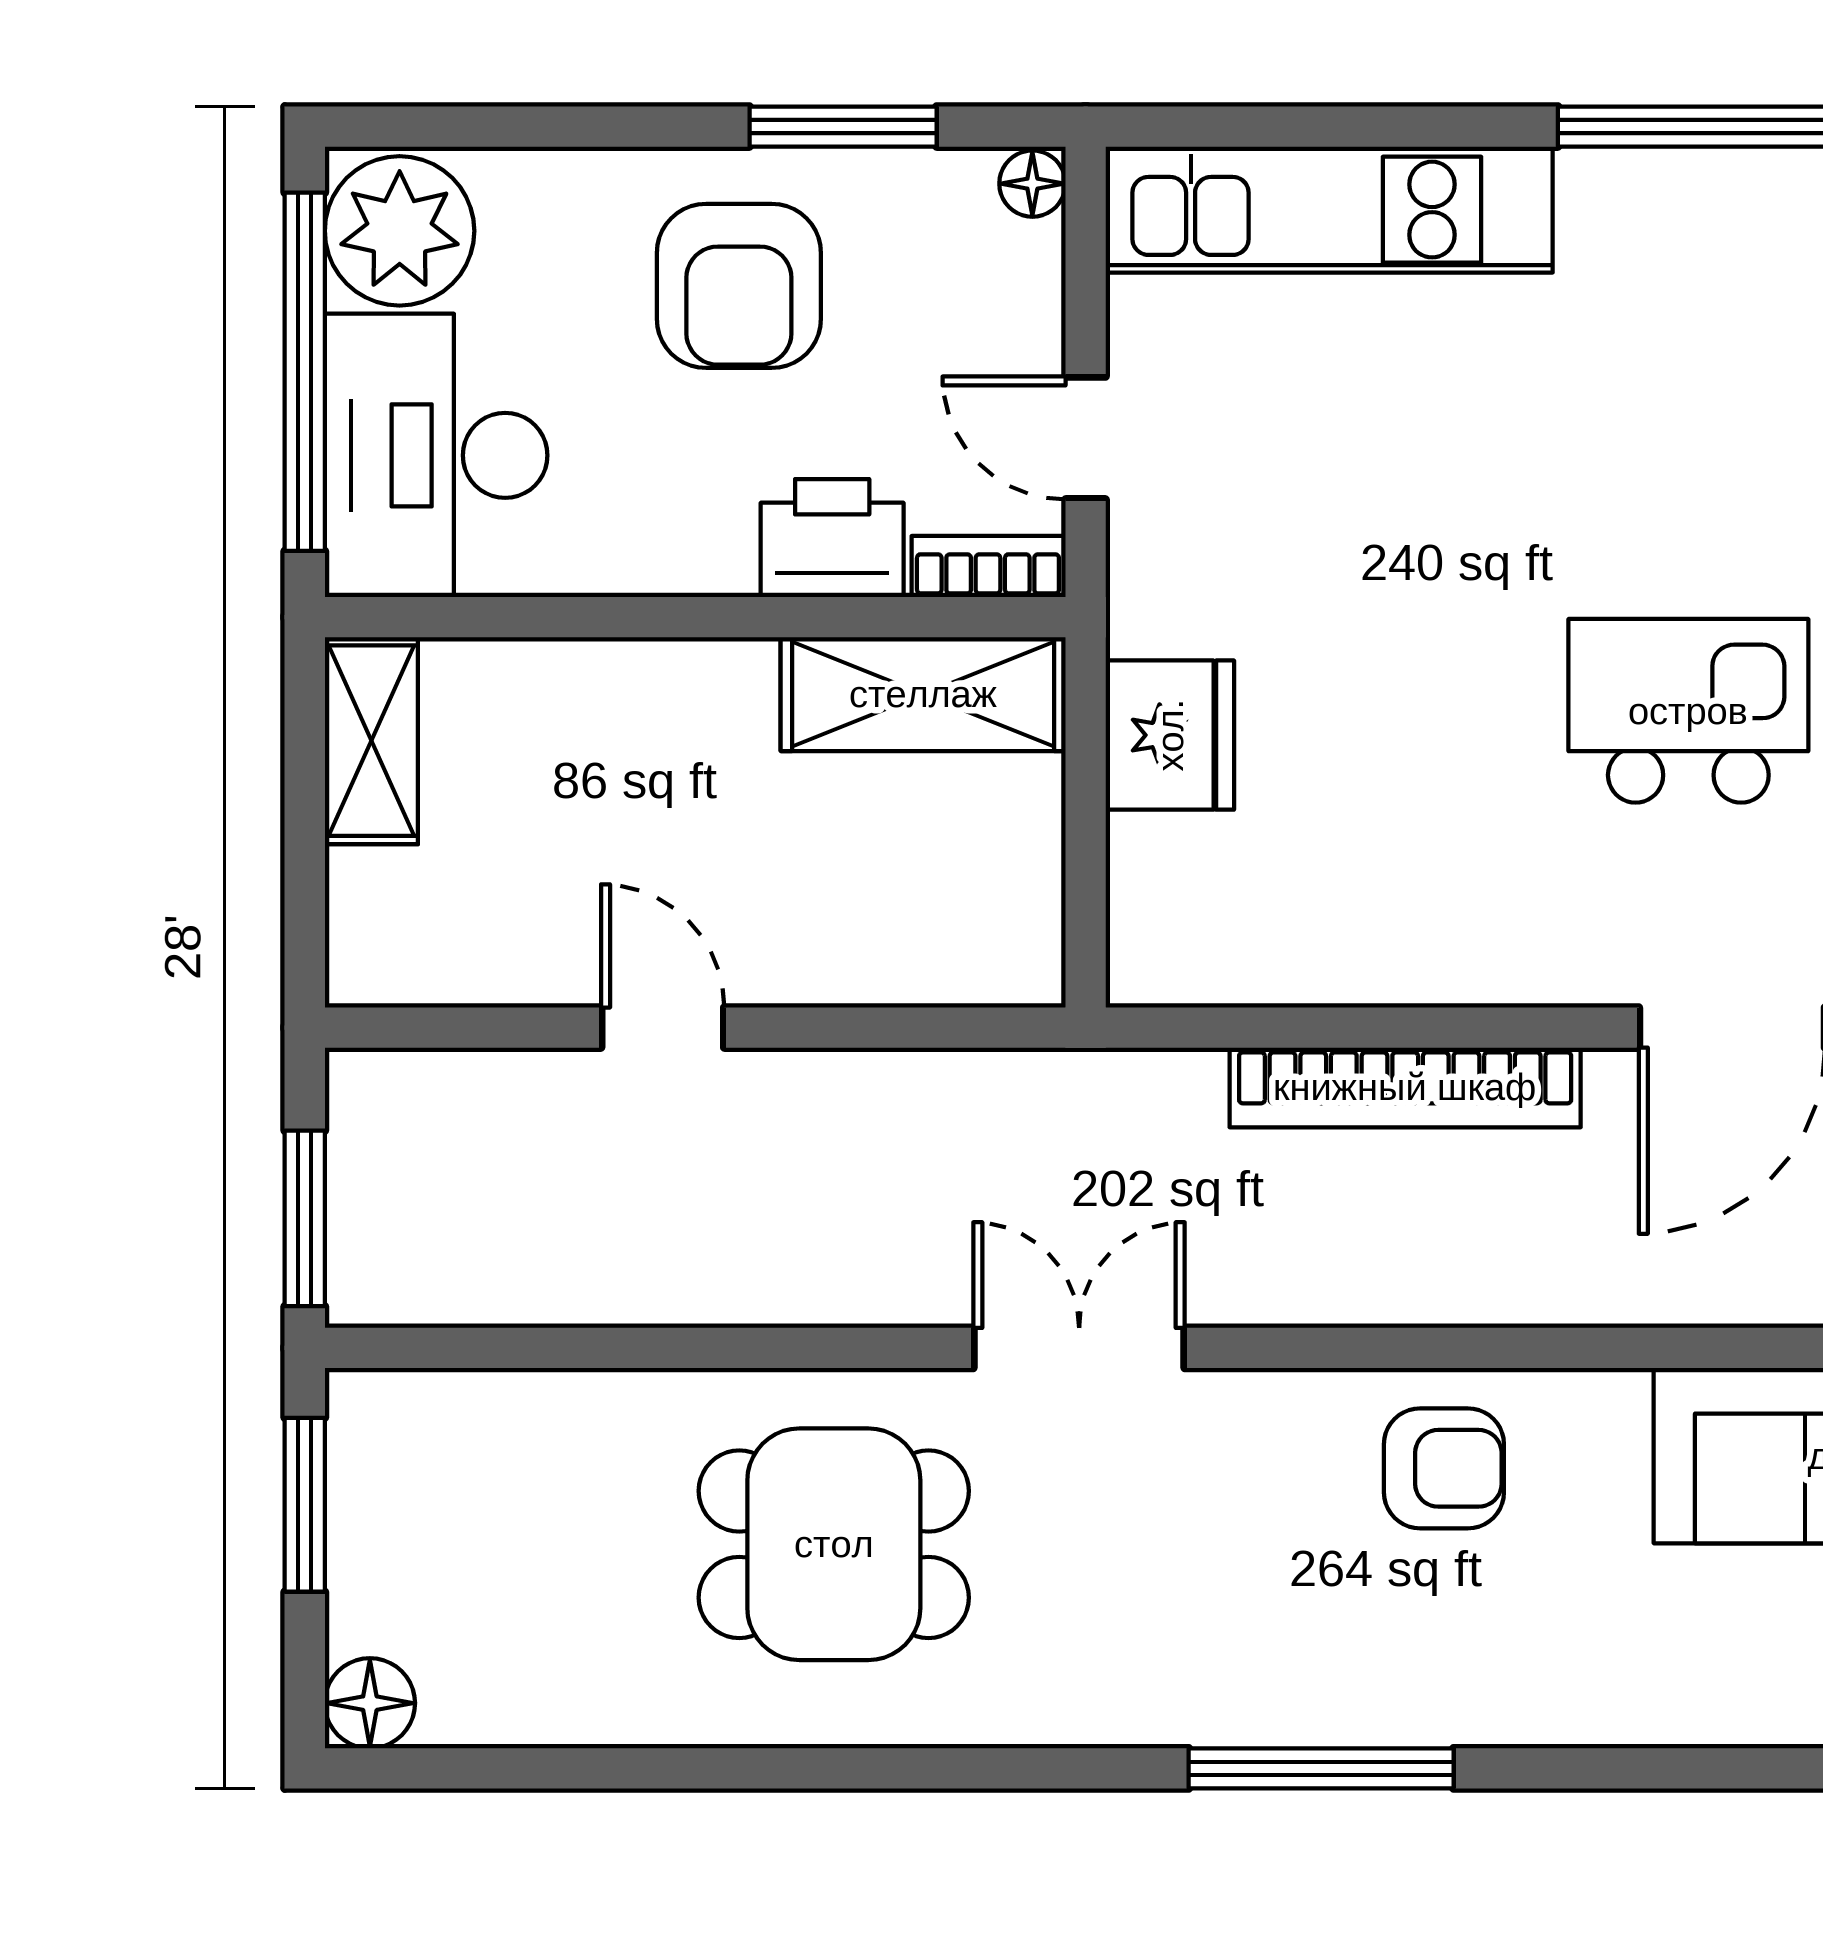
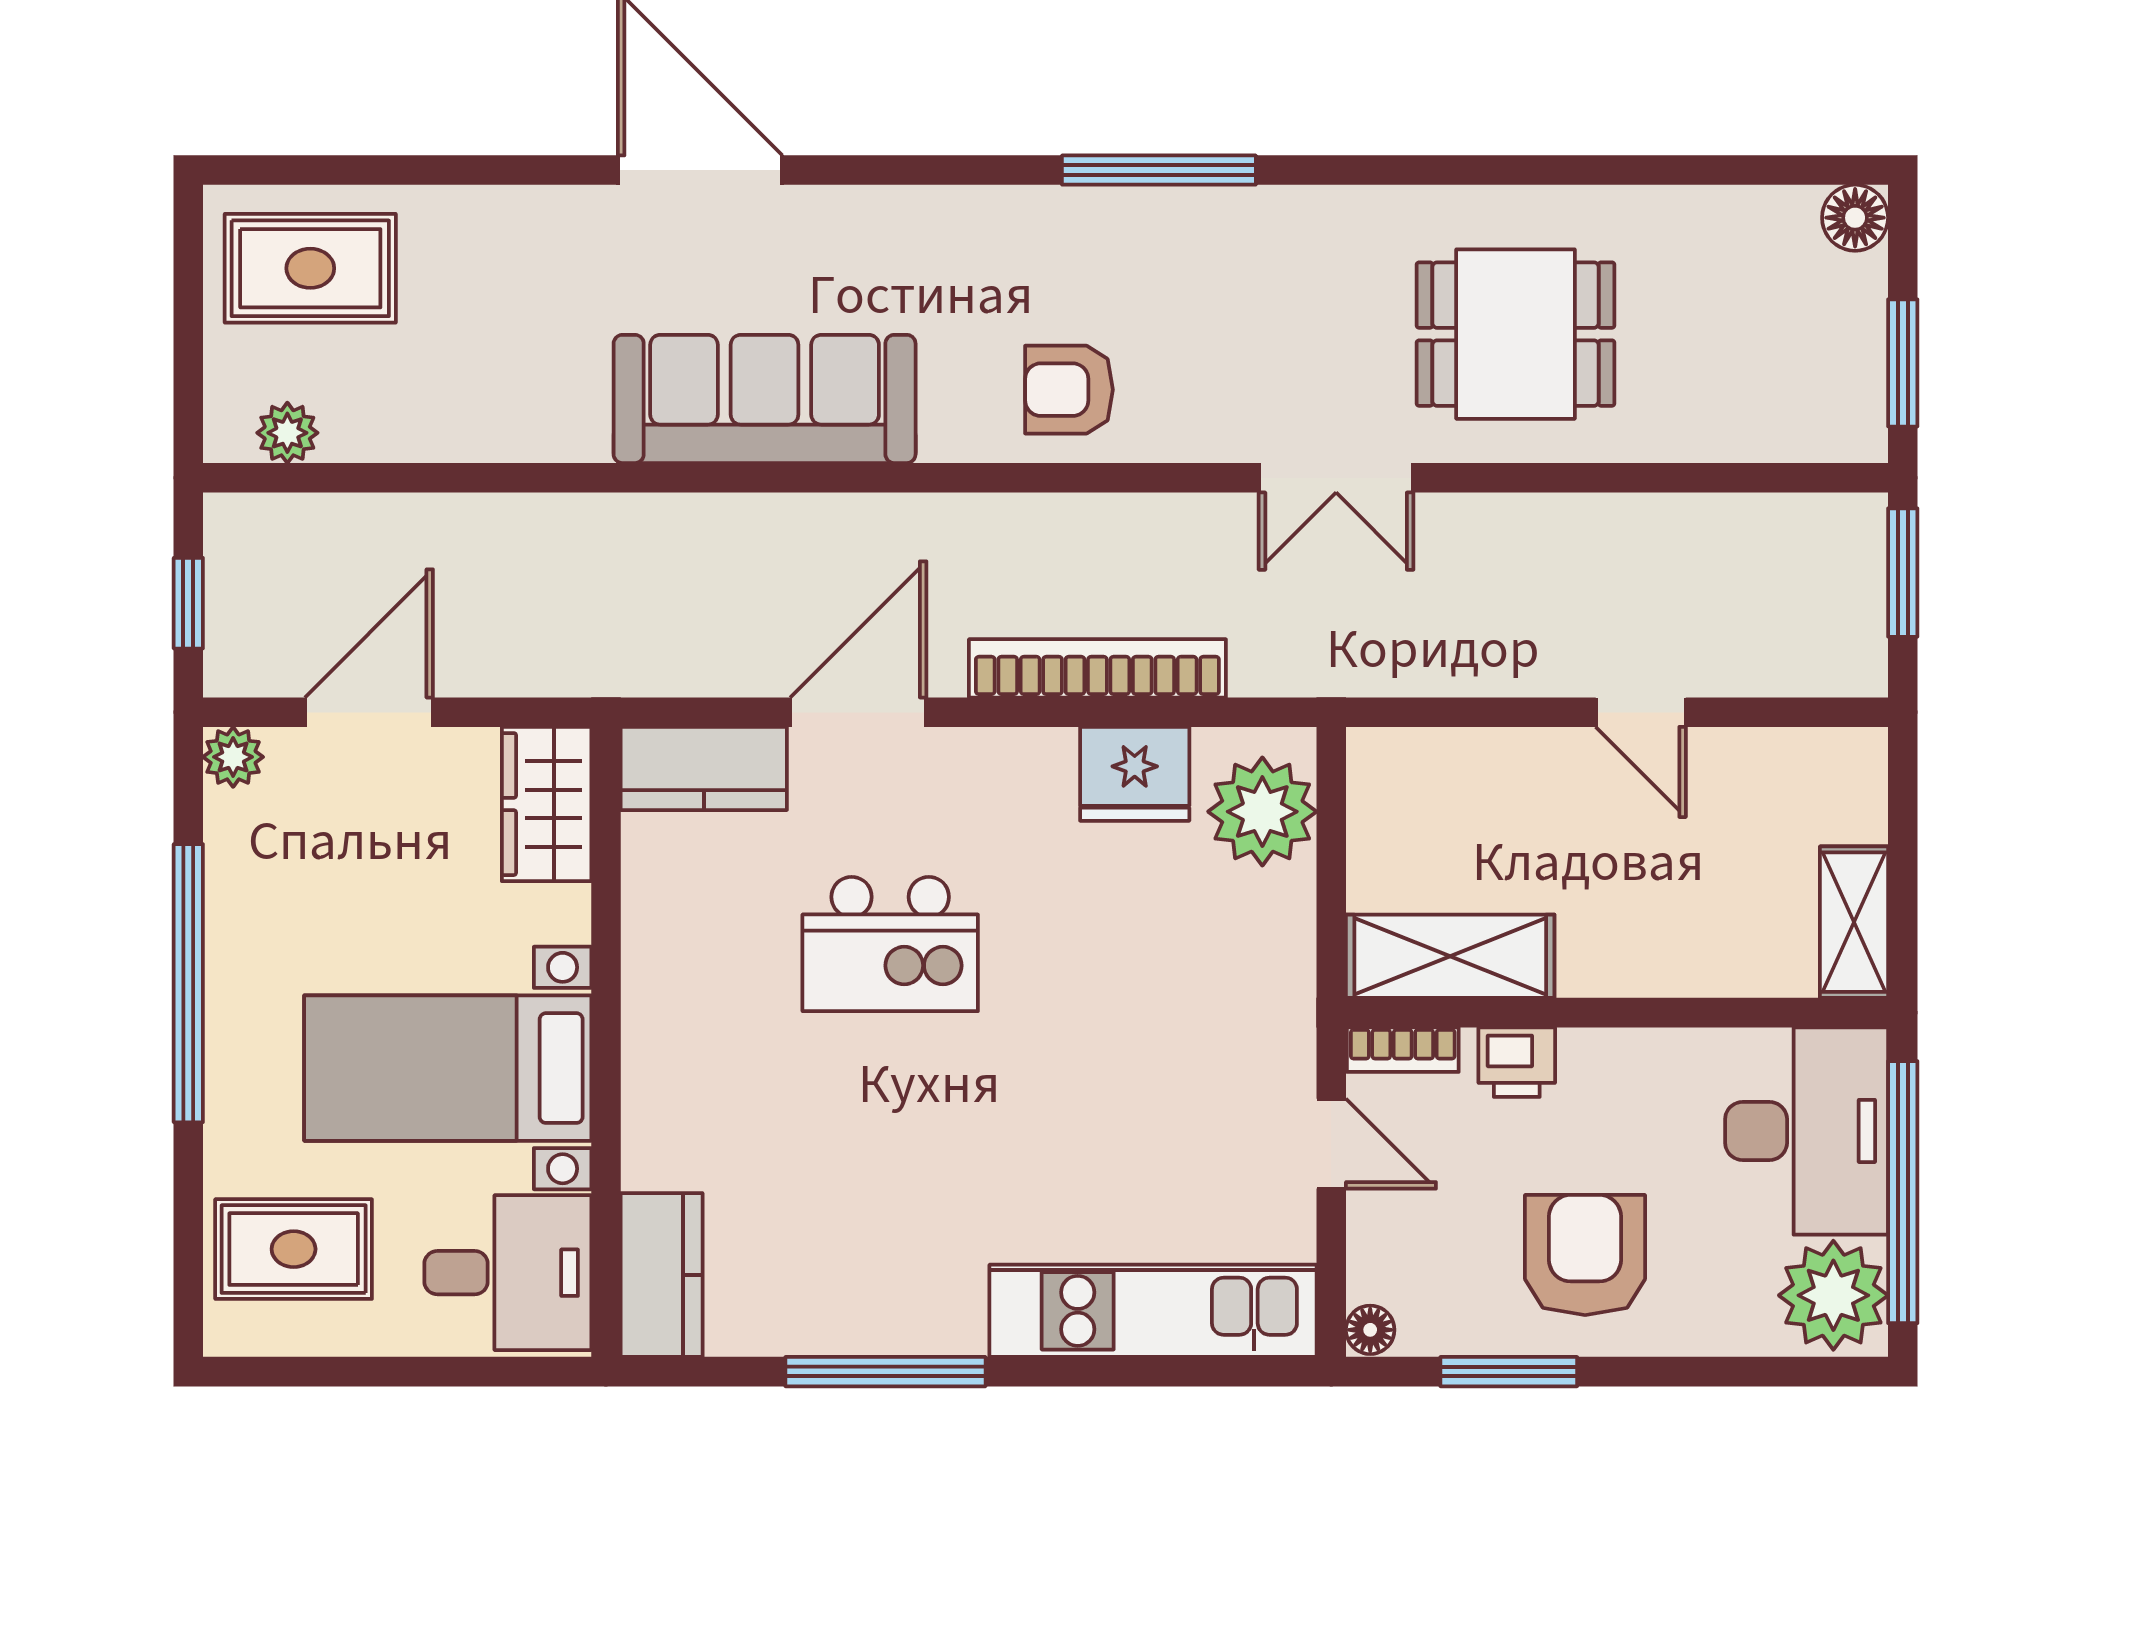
printer: (832, 538) -> (1517, 1062), width x0.73, depth x0.81
fridge: (1170, 735) -> (1135, 774), moved, turned -90
plant: (1180, 892) -> (1262, 812), added

